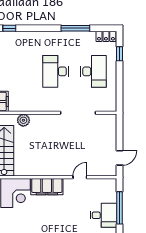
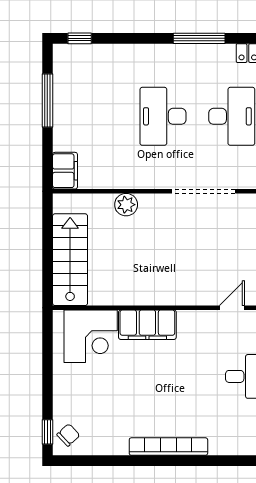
plant: (23, 120) -> (126, 205), moved
door: (80, 177) -> (232, 308), moved

